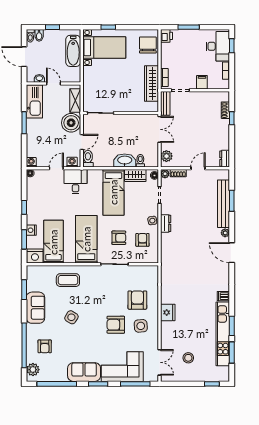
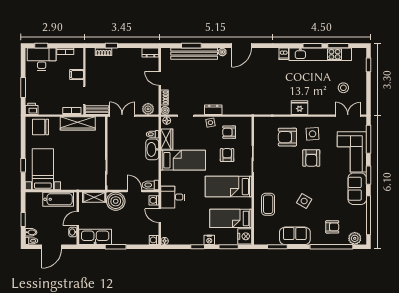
bathtub: (73, 51) -> (58, 199), moved
nightstand: (31, 230) -> (209, 240), moved

